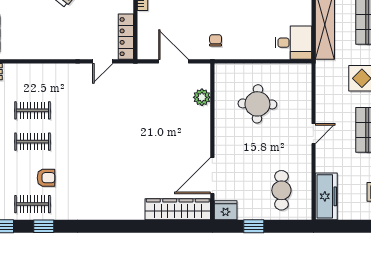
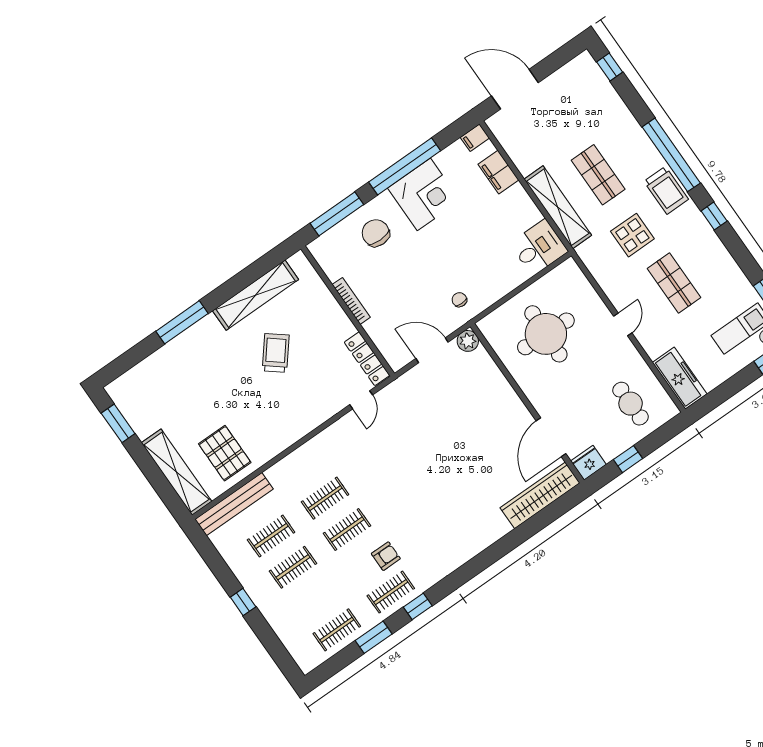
plant: (202, 97) -> (468, 341), moved
round table: (257, 104) -> (546, 334), width x1.36, depth x1.36

